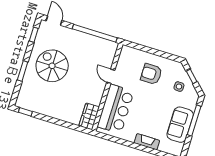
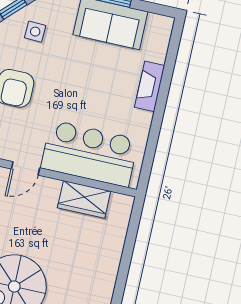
wardrobe: (89, 116) -> (84, 199), moved

